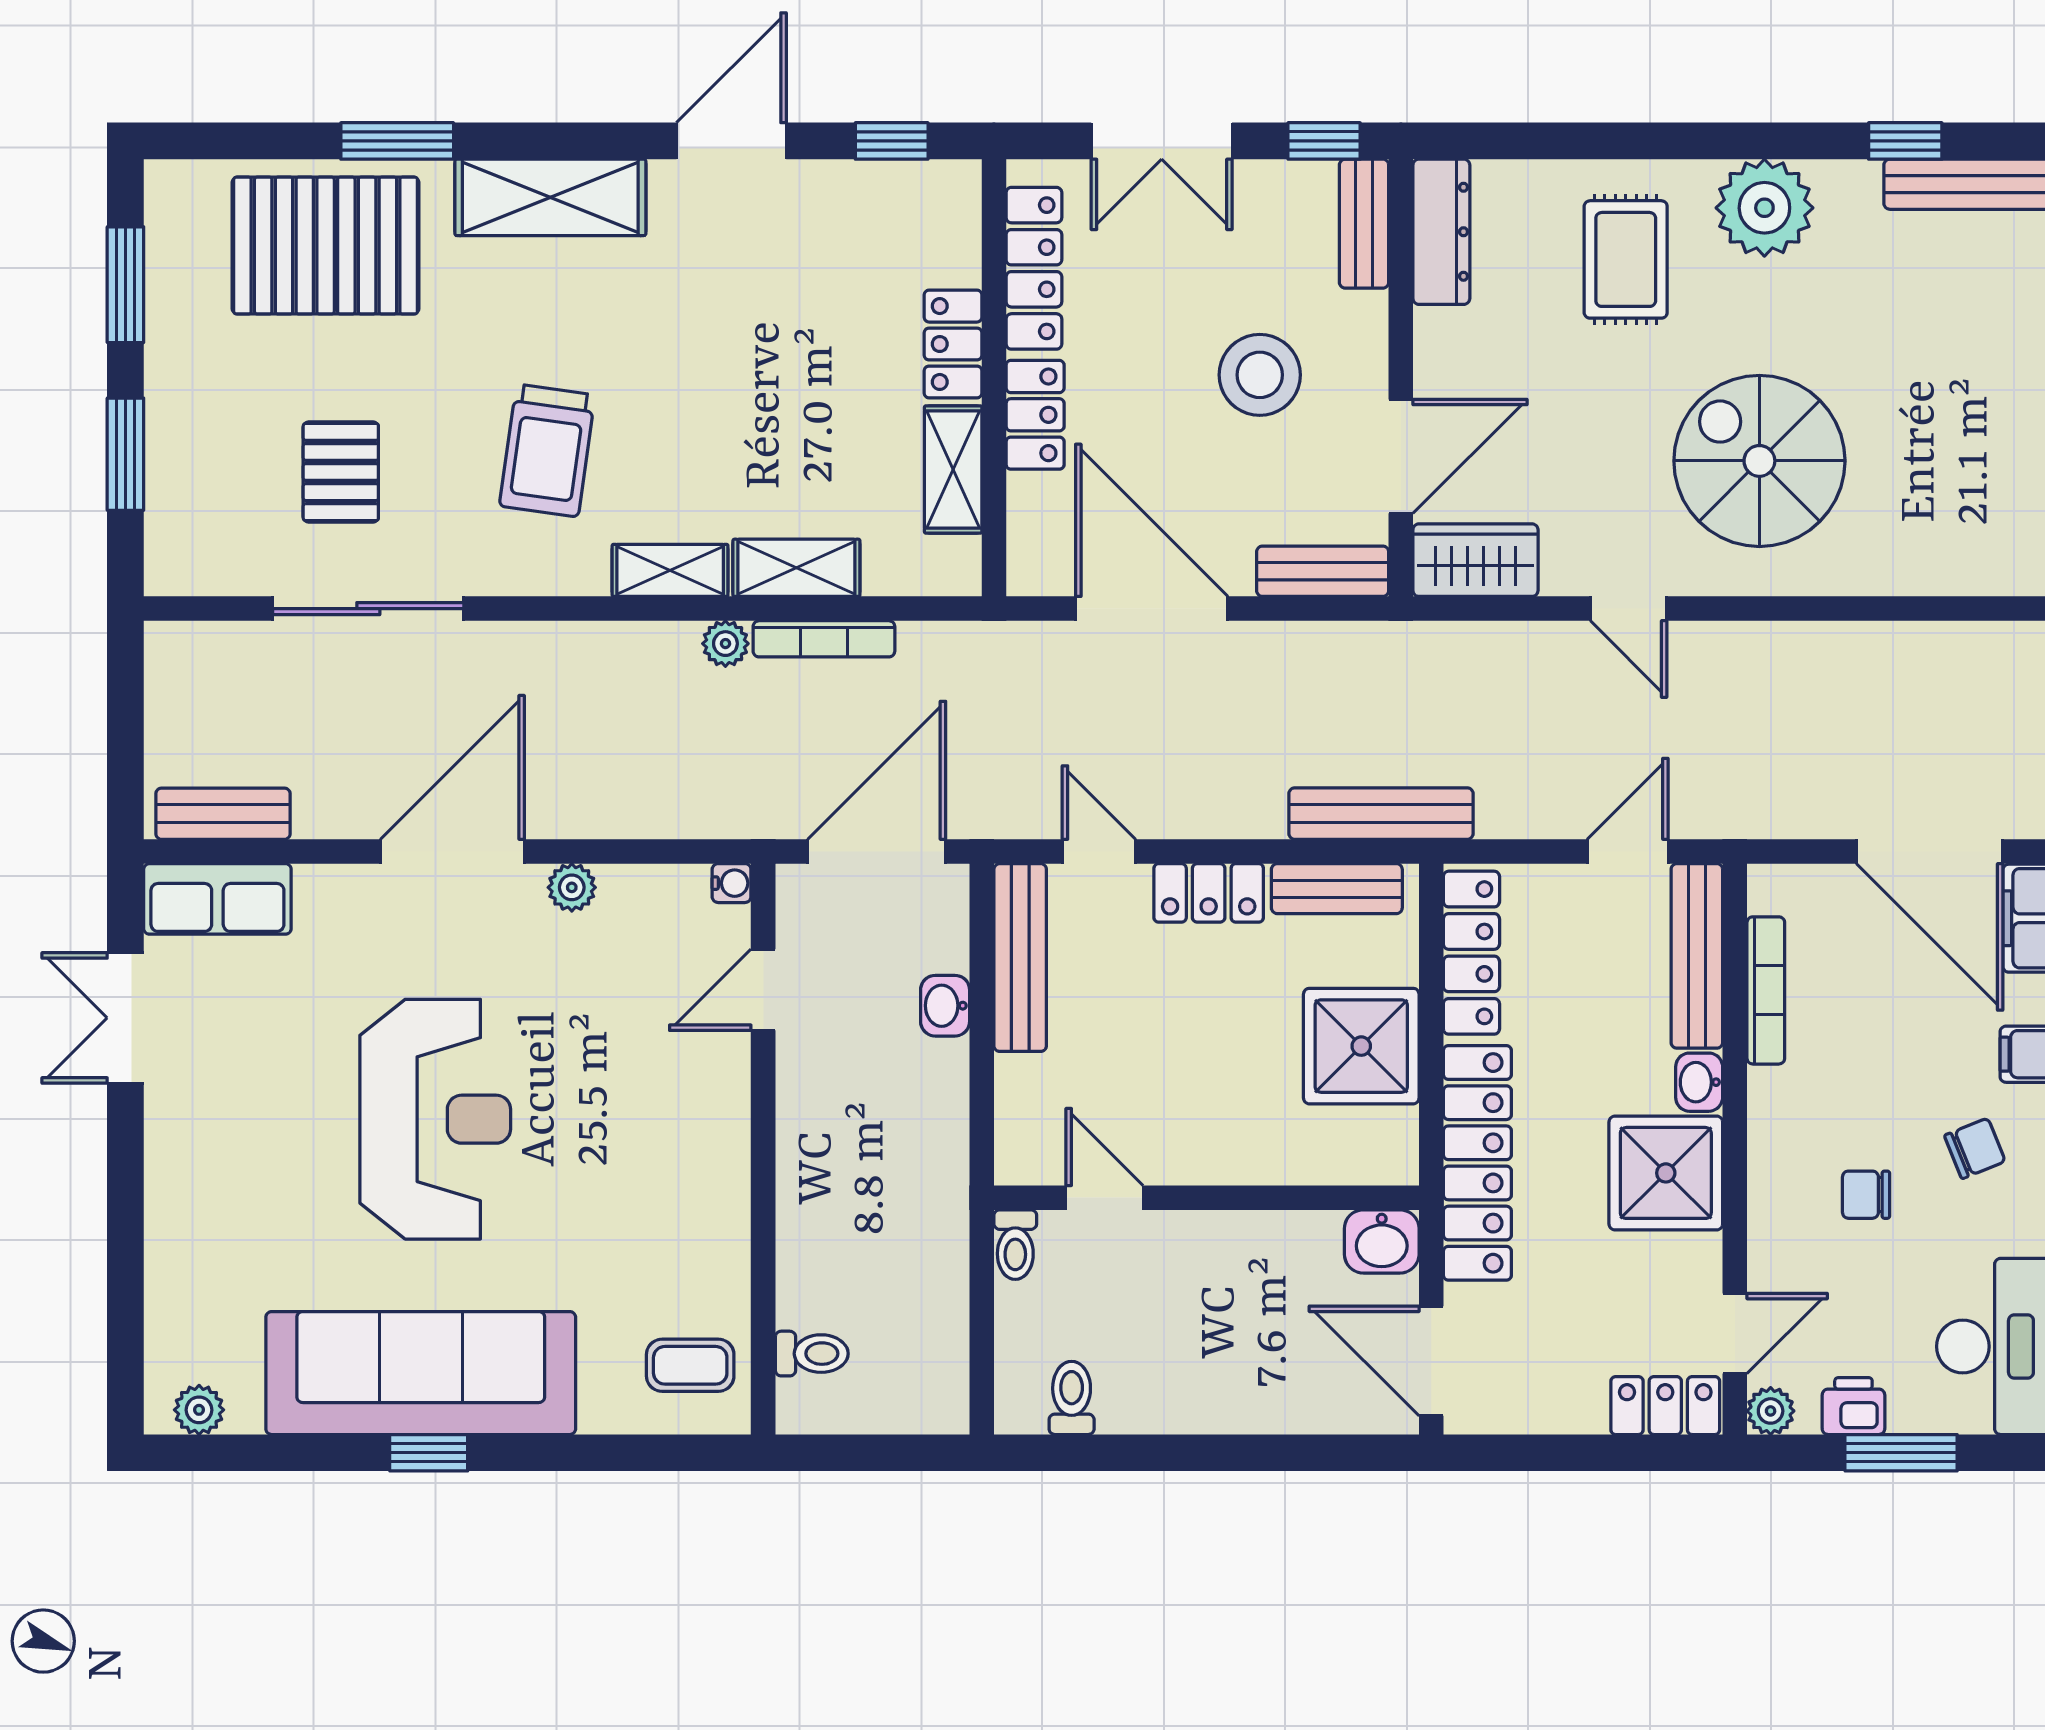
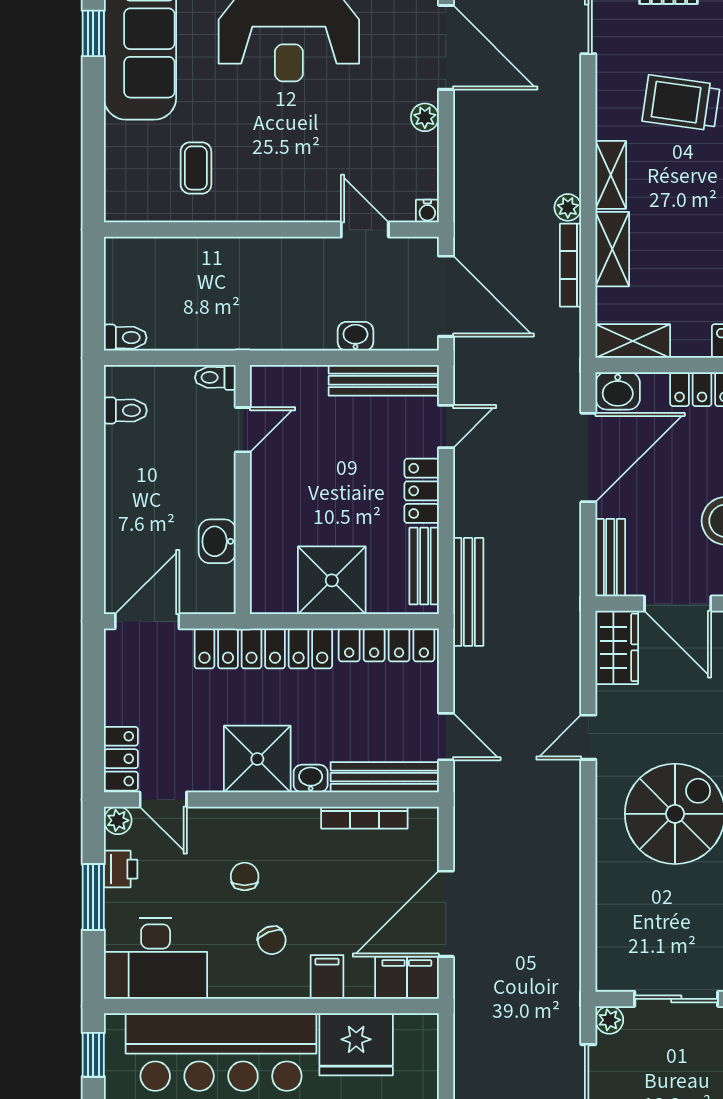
shelving: (953, 469) -> (633, 341), moved
washbasin: (1038, 559) -> (618, 391), added
washbasin: (1382, 1241) -> (217, 541), moved
toilet: (812, 1354) -> (125, 338), moved, turned -90
coffee table: (690, 1365) -> (196, 168), moved

